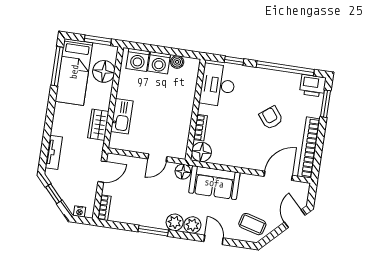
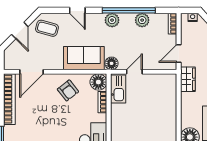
kitchen sink: (122, 116) -> (118, 89), moved, turned 180
armchair: (271, 118) -> (68, 90), moved
wardrobe: (98, 125) -> (188, 79), moved
door: (295, 219) -> (20, 31), moved
plant: (192, 225) -> (142, 20), moved
window: (153, 231) -> (129, 10), width x2.11

